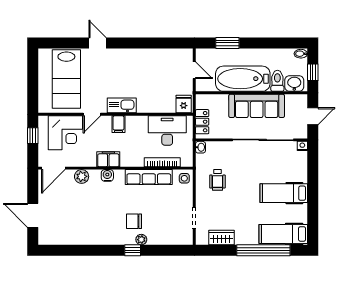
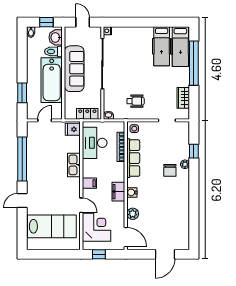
window: (148, 43) -> (22, 159), added
kitchen sink: (122, 105) -> (74, 165), moved
hospital bed: (284, 193) -> (162, 46), moved
window: (133, 250) -> (194, 151), moved

